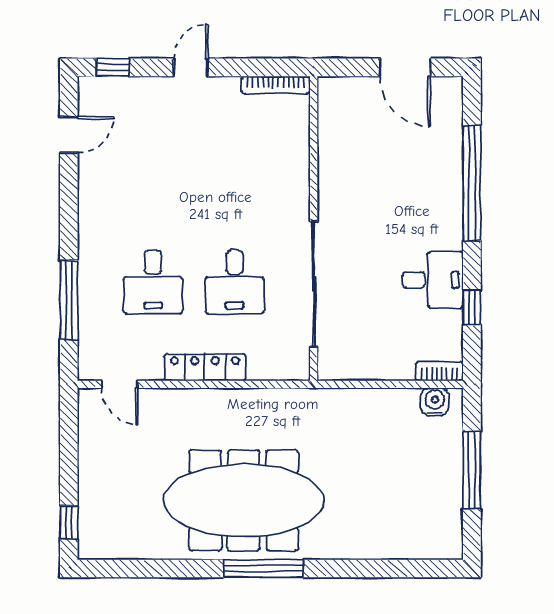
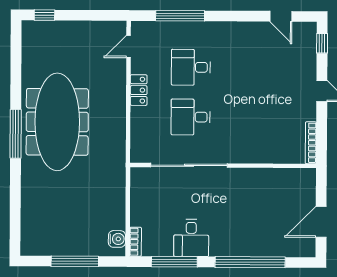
window: (472, 307) -> (174, 262), width x2.17
locker: (205, 367) -> (139, 90), width x0.66

